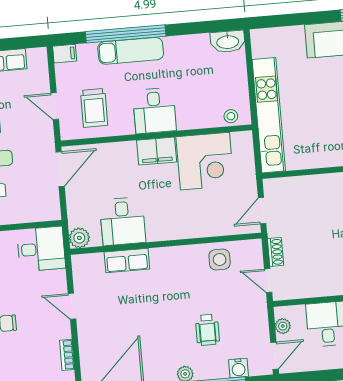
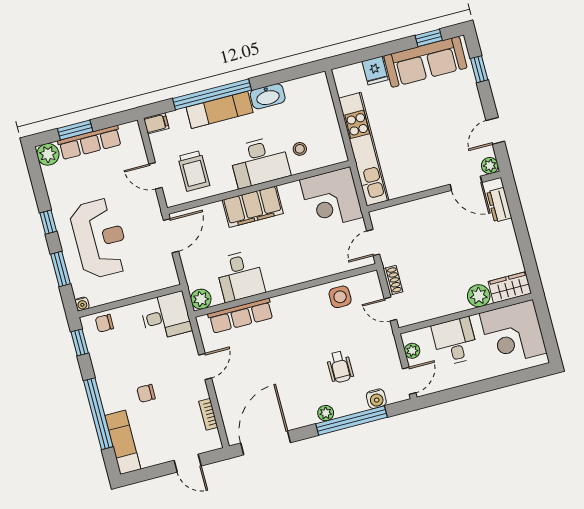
fridge: (294, 38) -> (375, 71), added
washbasin: (228, 42) -> (268, 96), moved
desk: (154, 111) -> (260, 162), width x1.37
stool: (231, 116) -> (300, 149), moved
filing cabinet: (157, 151) -> (253, 207), width x1.50, depth x1.17
corner desk: (205, 161) -> (331, 198), moved, turned 90
row of seats: (127, 261) -> (241, 316), width x1.48
door: (72, 306) -> (205, 366), swing flipped

